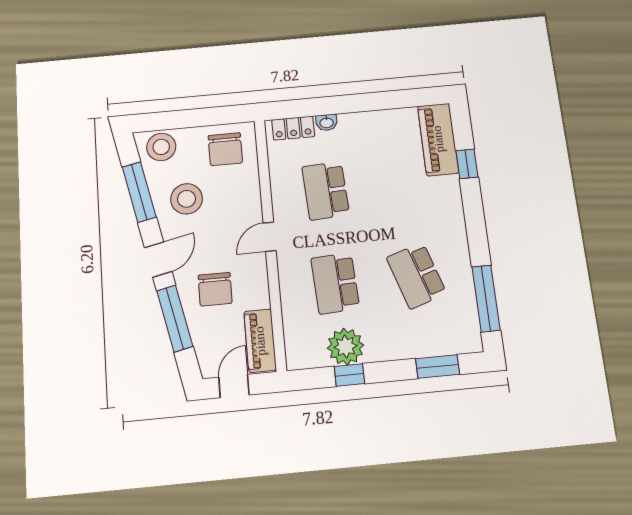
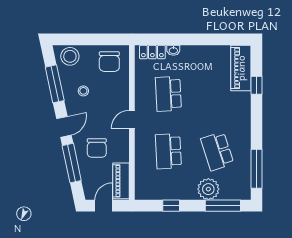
stool: (187, 199) -> (83, 91), width x0.53, depth x0.53
plant: (346, 347) -> (208, 189), moved
window: (438, 366) -> (223, 206), width x1.44

